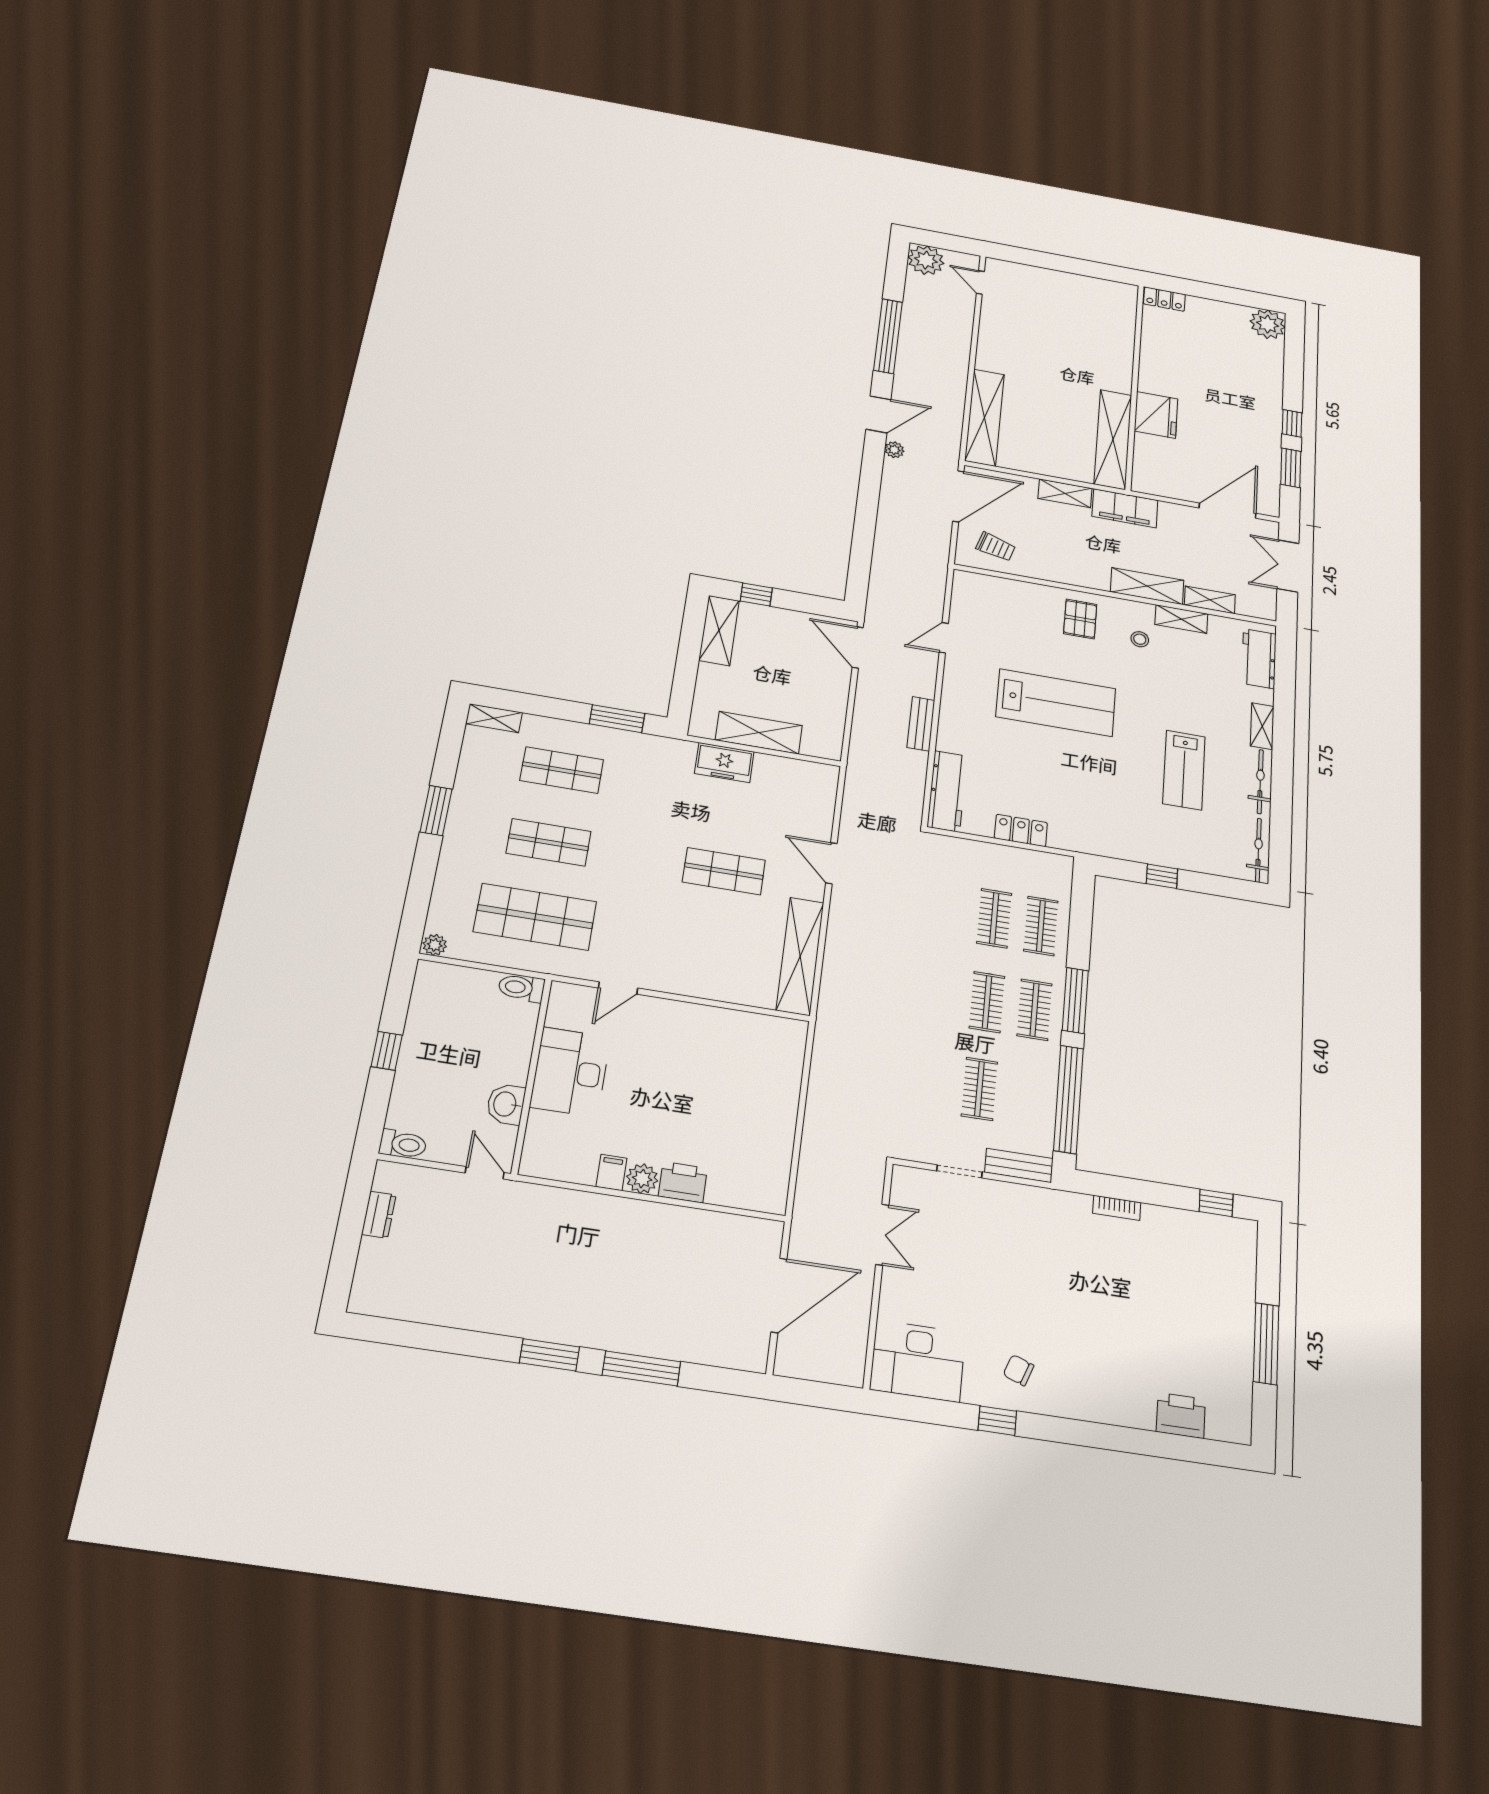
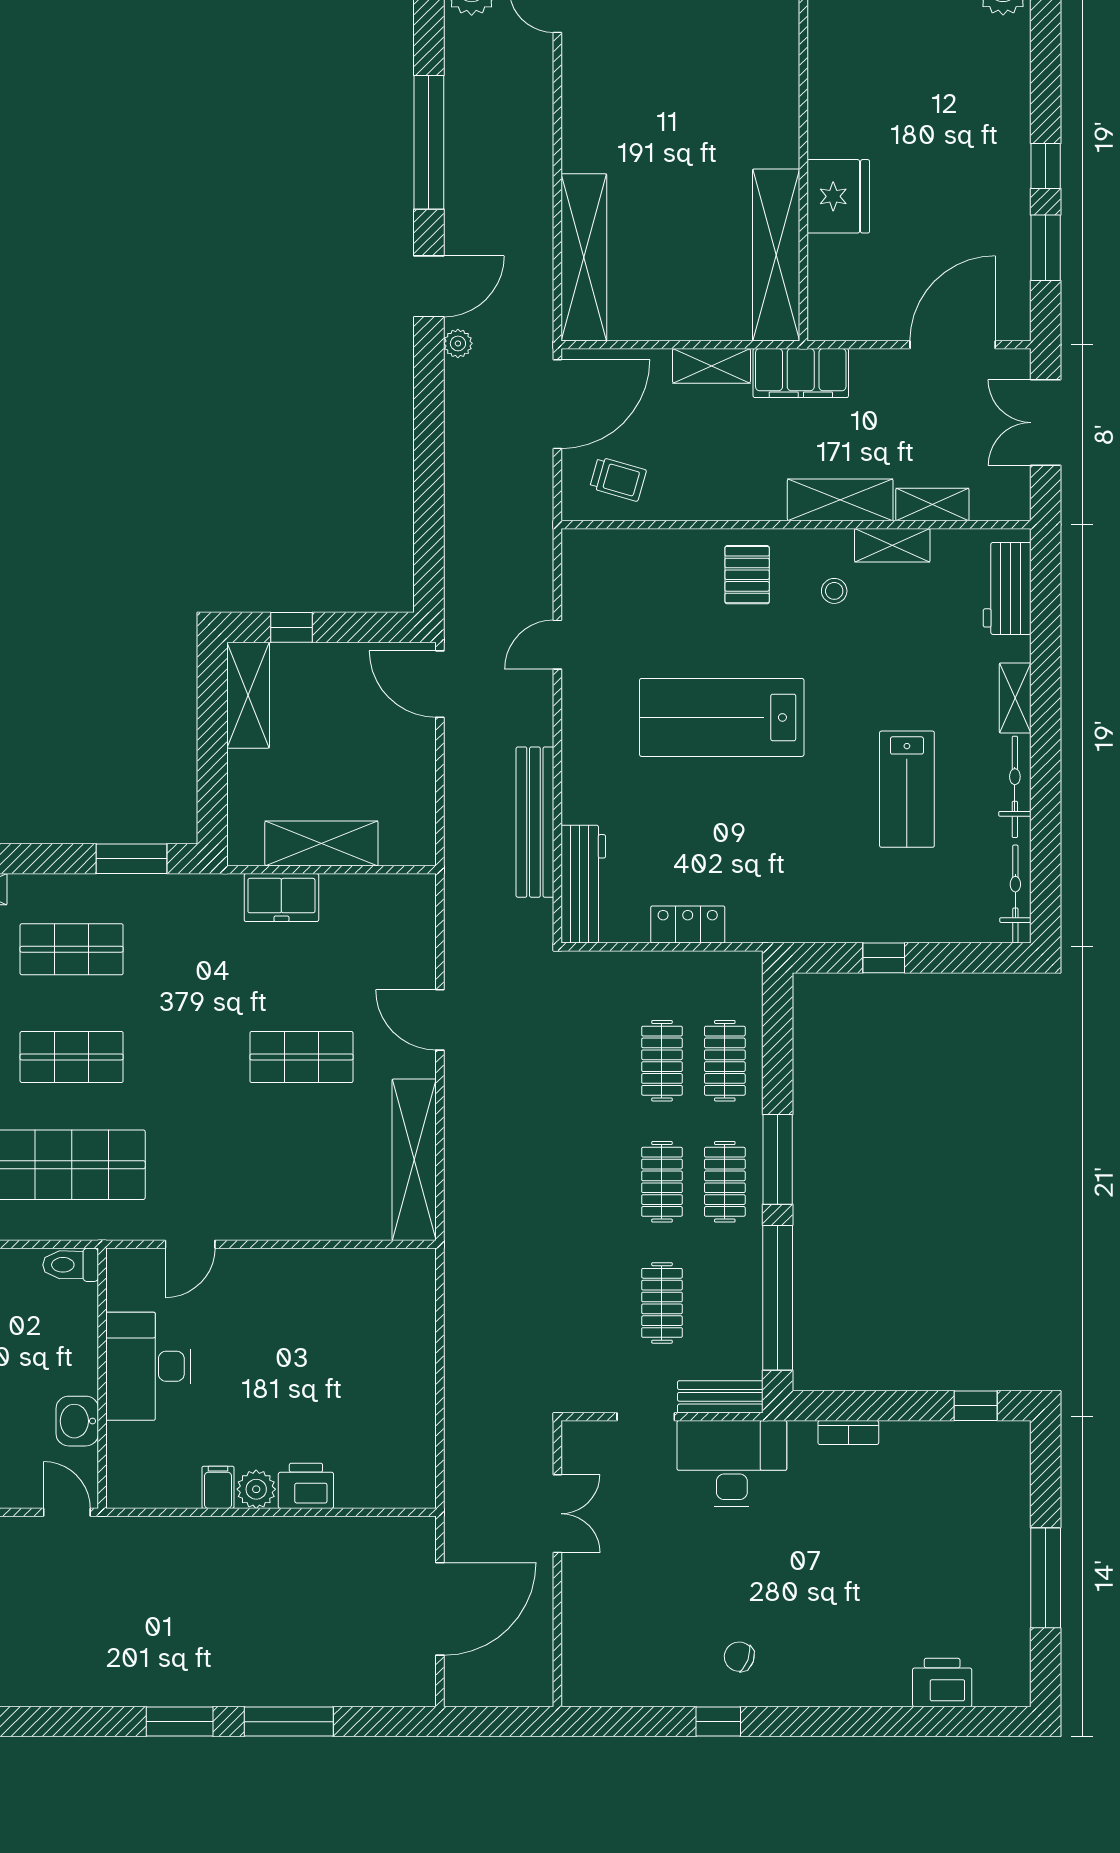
lab bench: (1056, 703) -> (722, 717), turned 180
bench: (921, 724) -> (535, 822), width x1.86, depth x1.21
desk: (918, 1361) -> (732, 1464), moved, turned 180

